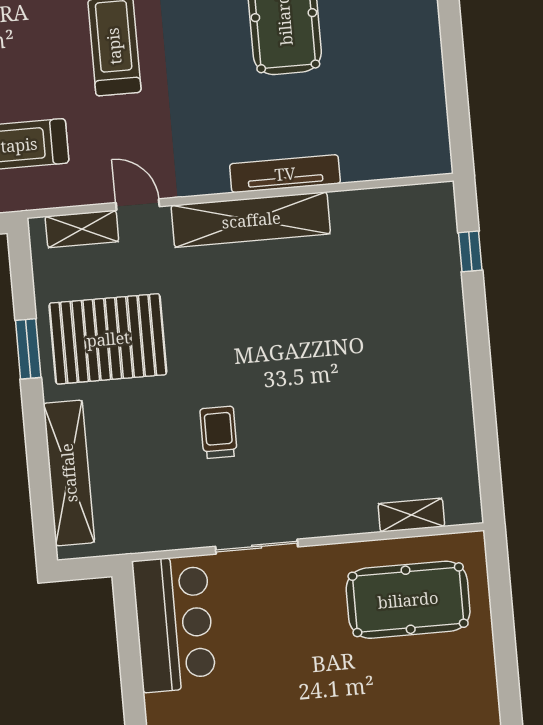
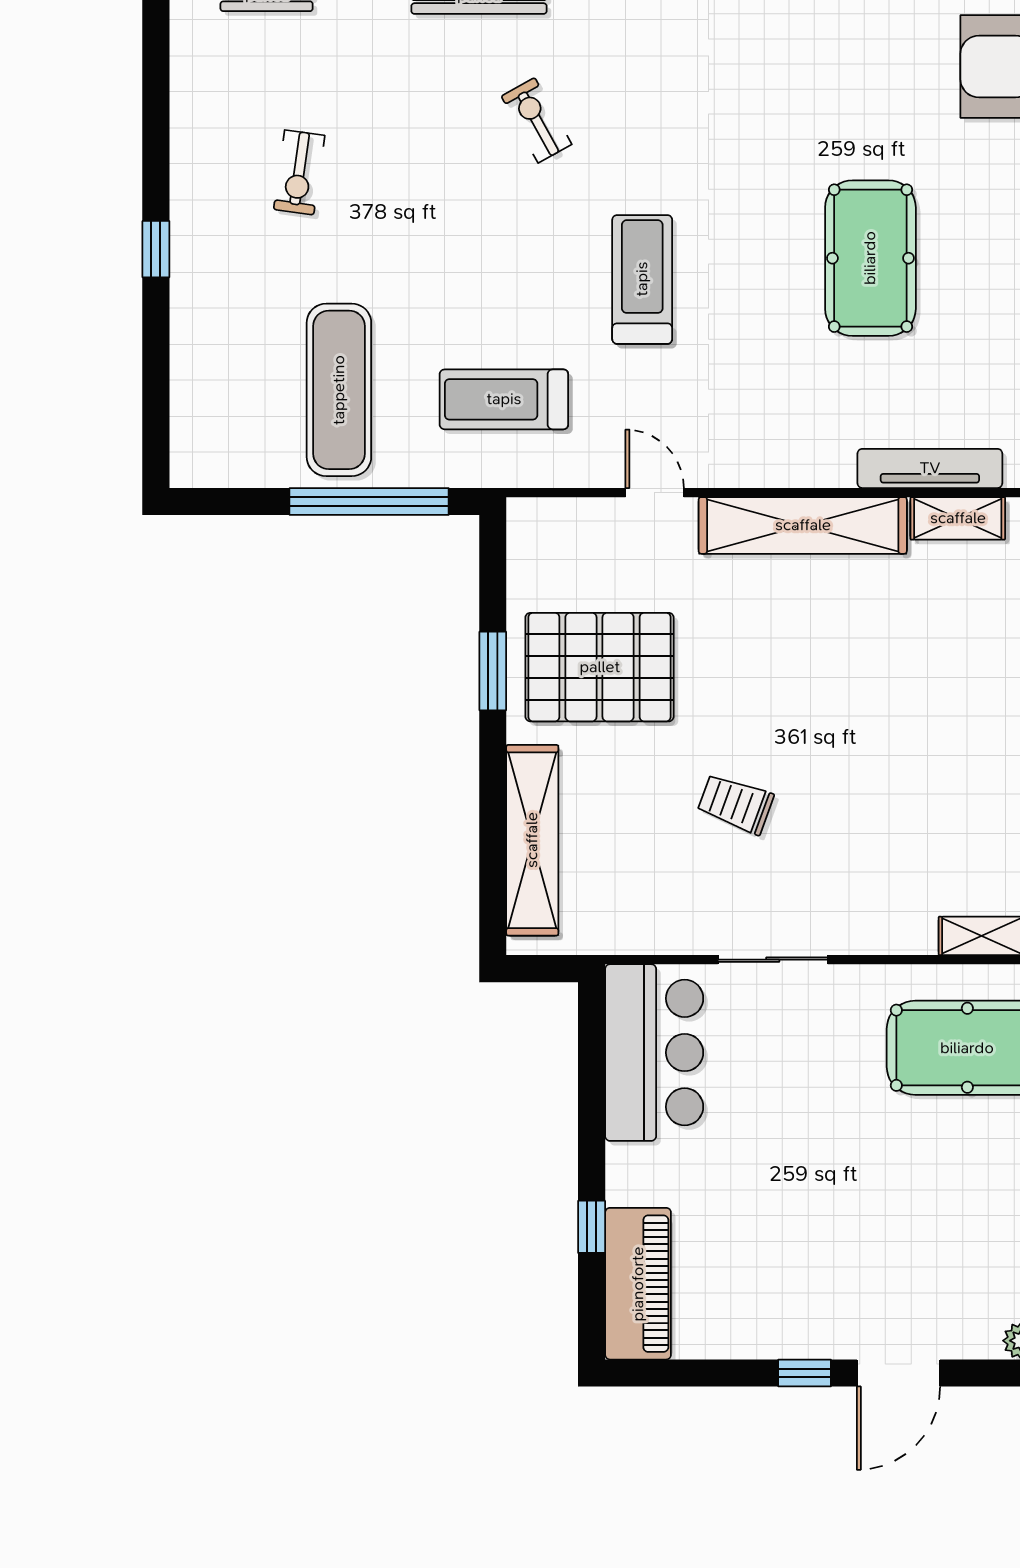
tv unit: (285, 174) -> (930, 468), moved
shelving: (82, 229) -> (958, 518), moved
trolley: (219, 432) -> (736, 804), turned -70

